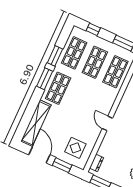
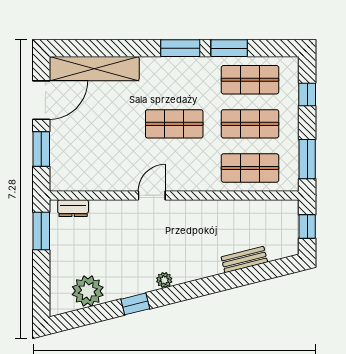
shop shelf: (58, 88) -> (174, 124), moved
display table: (75, 148) -> (83, 158), removed

